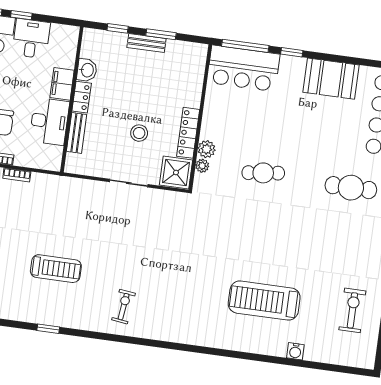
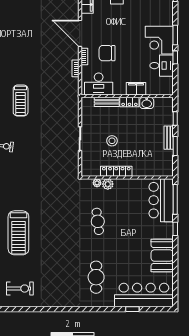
desk: (49, 121) -> (99, 84), moved
shower: (176, 172) -> (91, 167), removed
treadmill: (264, 301) -> (18, 233), turned 180

